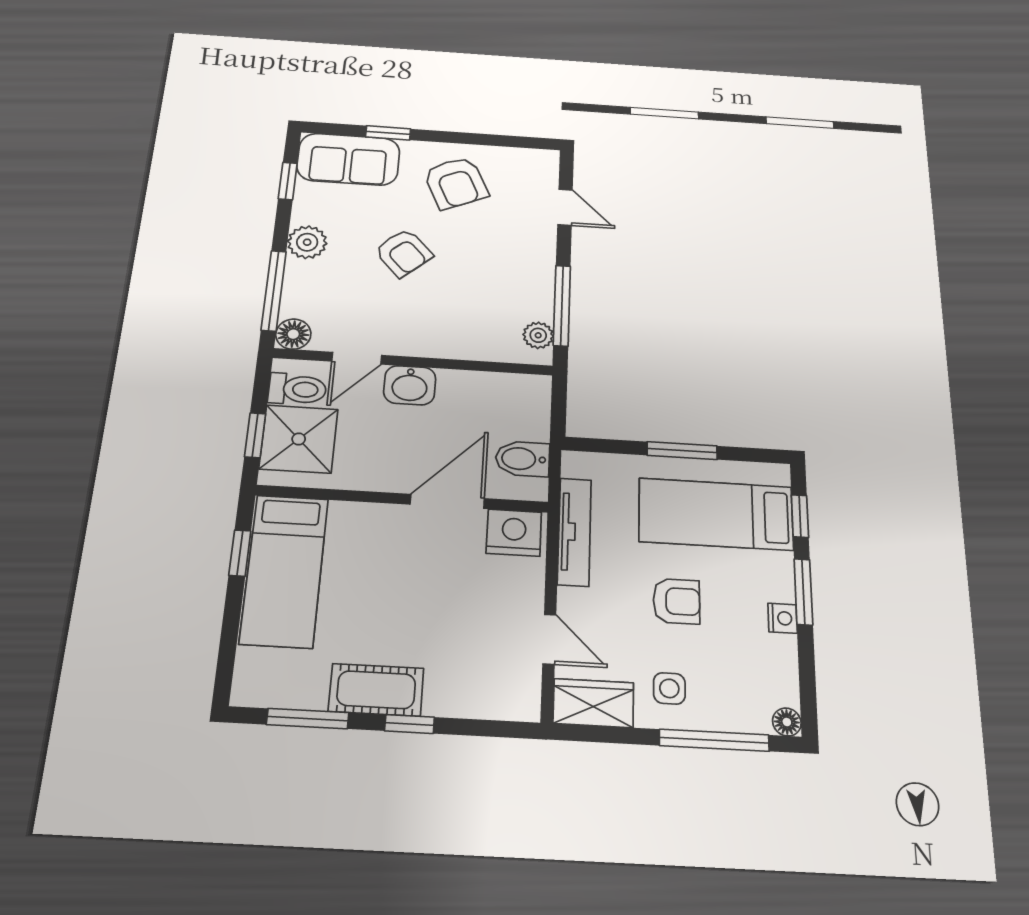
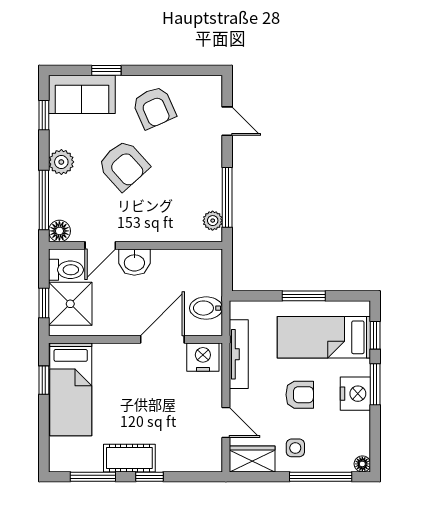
armchair: (403, 253) -> (124, 165), width x1.38, depth x1.38
nightstand: (782, 618) -> (355, 394), width x1.89, depth x1.79

